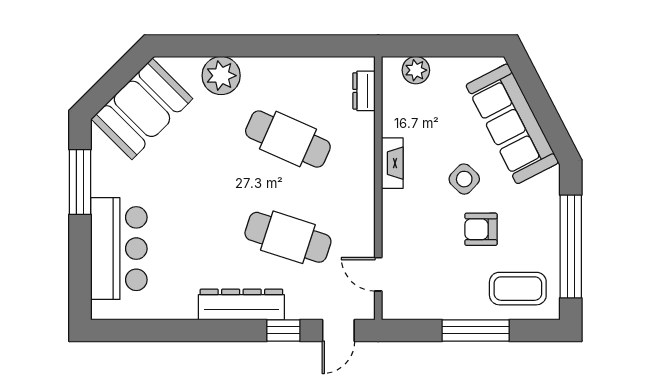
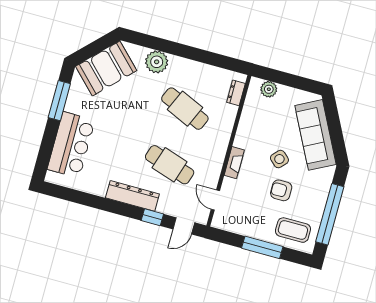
fireplace: (392, 163) -> (234, 163), moved

